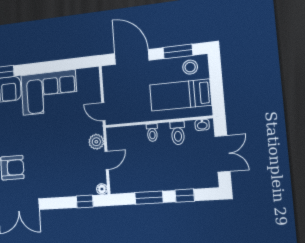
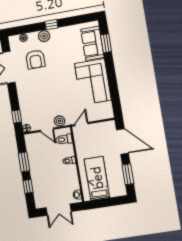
door: (132, 57) -> (122, 141), hinge flipped
stool: (190, 67) -> (117, 184), removed
toilet: (178, 133) -> (64, 139), moved

